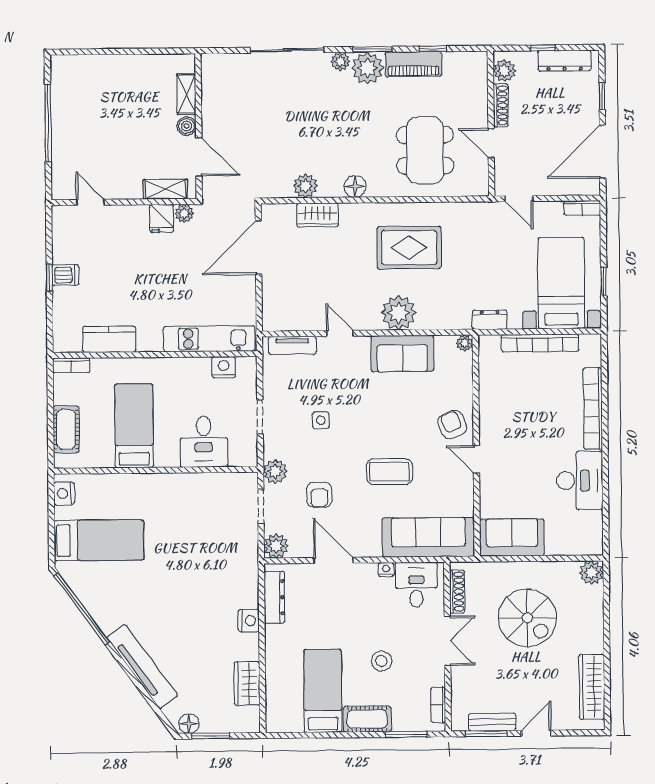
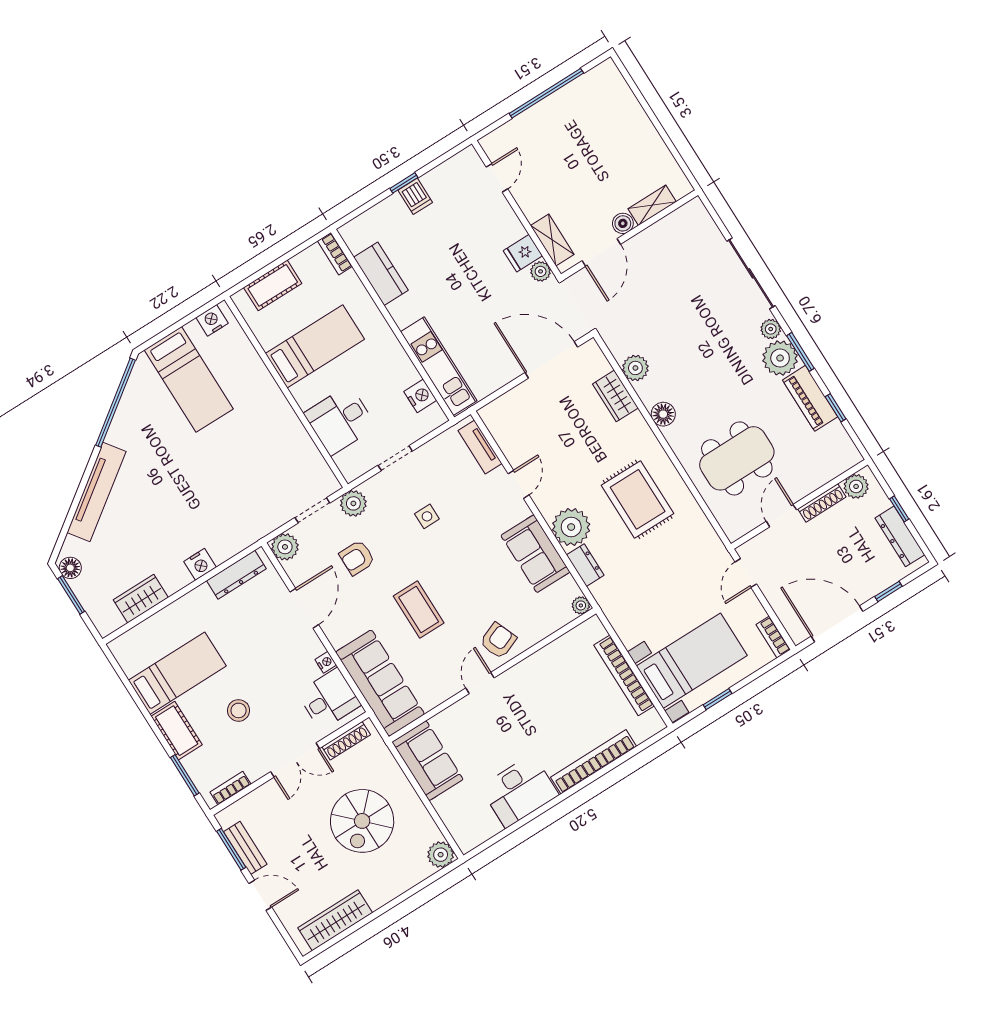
dresser: (490, 320) -> (585, 565), moved

